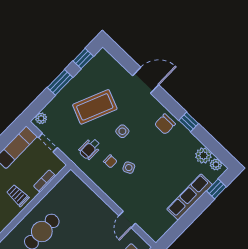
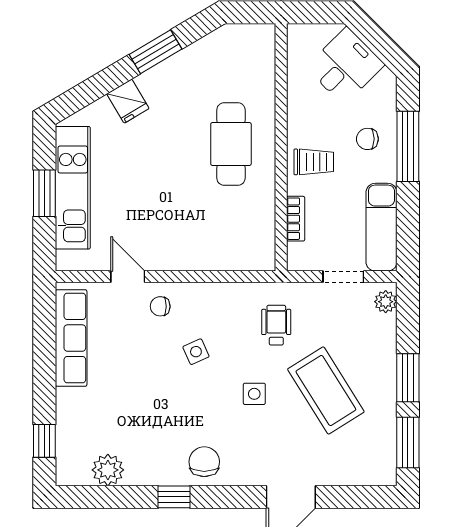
window: (83, 59) -> (408, 442), width x1.50
coffee table: (95, 107) -> (326, 390), turned -55
chair: (110, 161) -> (160, 306), moved
plant: (216, 164) -> (78, 474), removed
row of seats: (190, 197) -> (71, 338), moved

